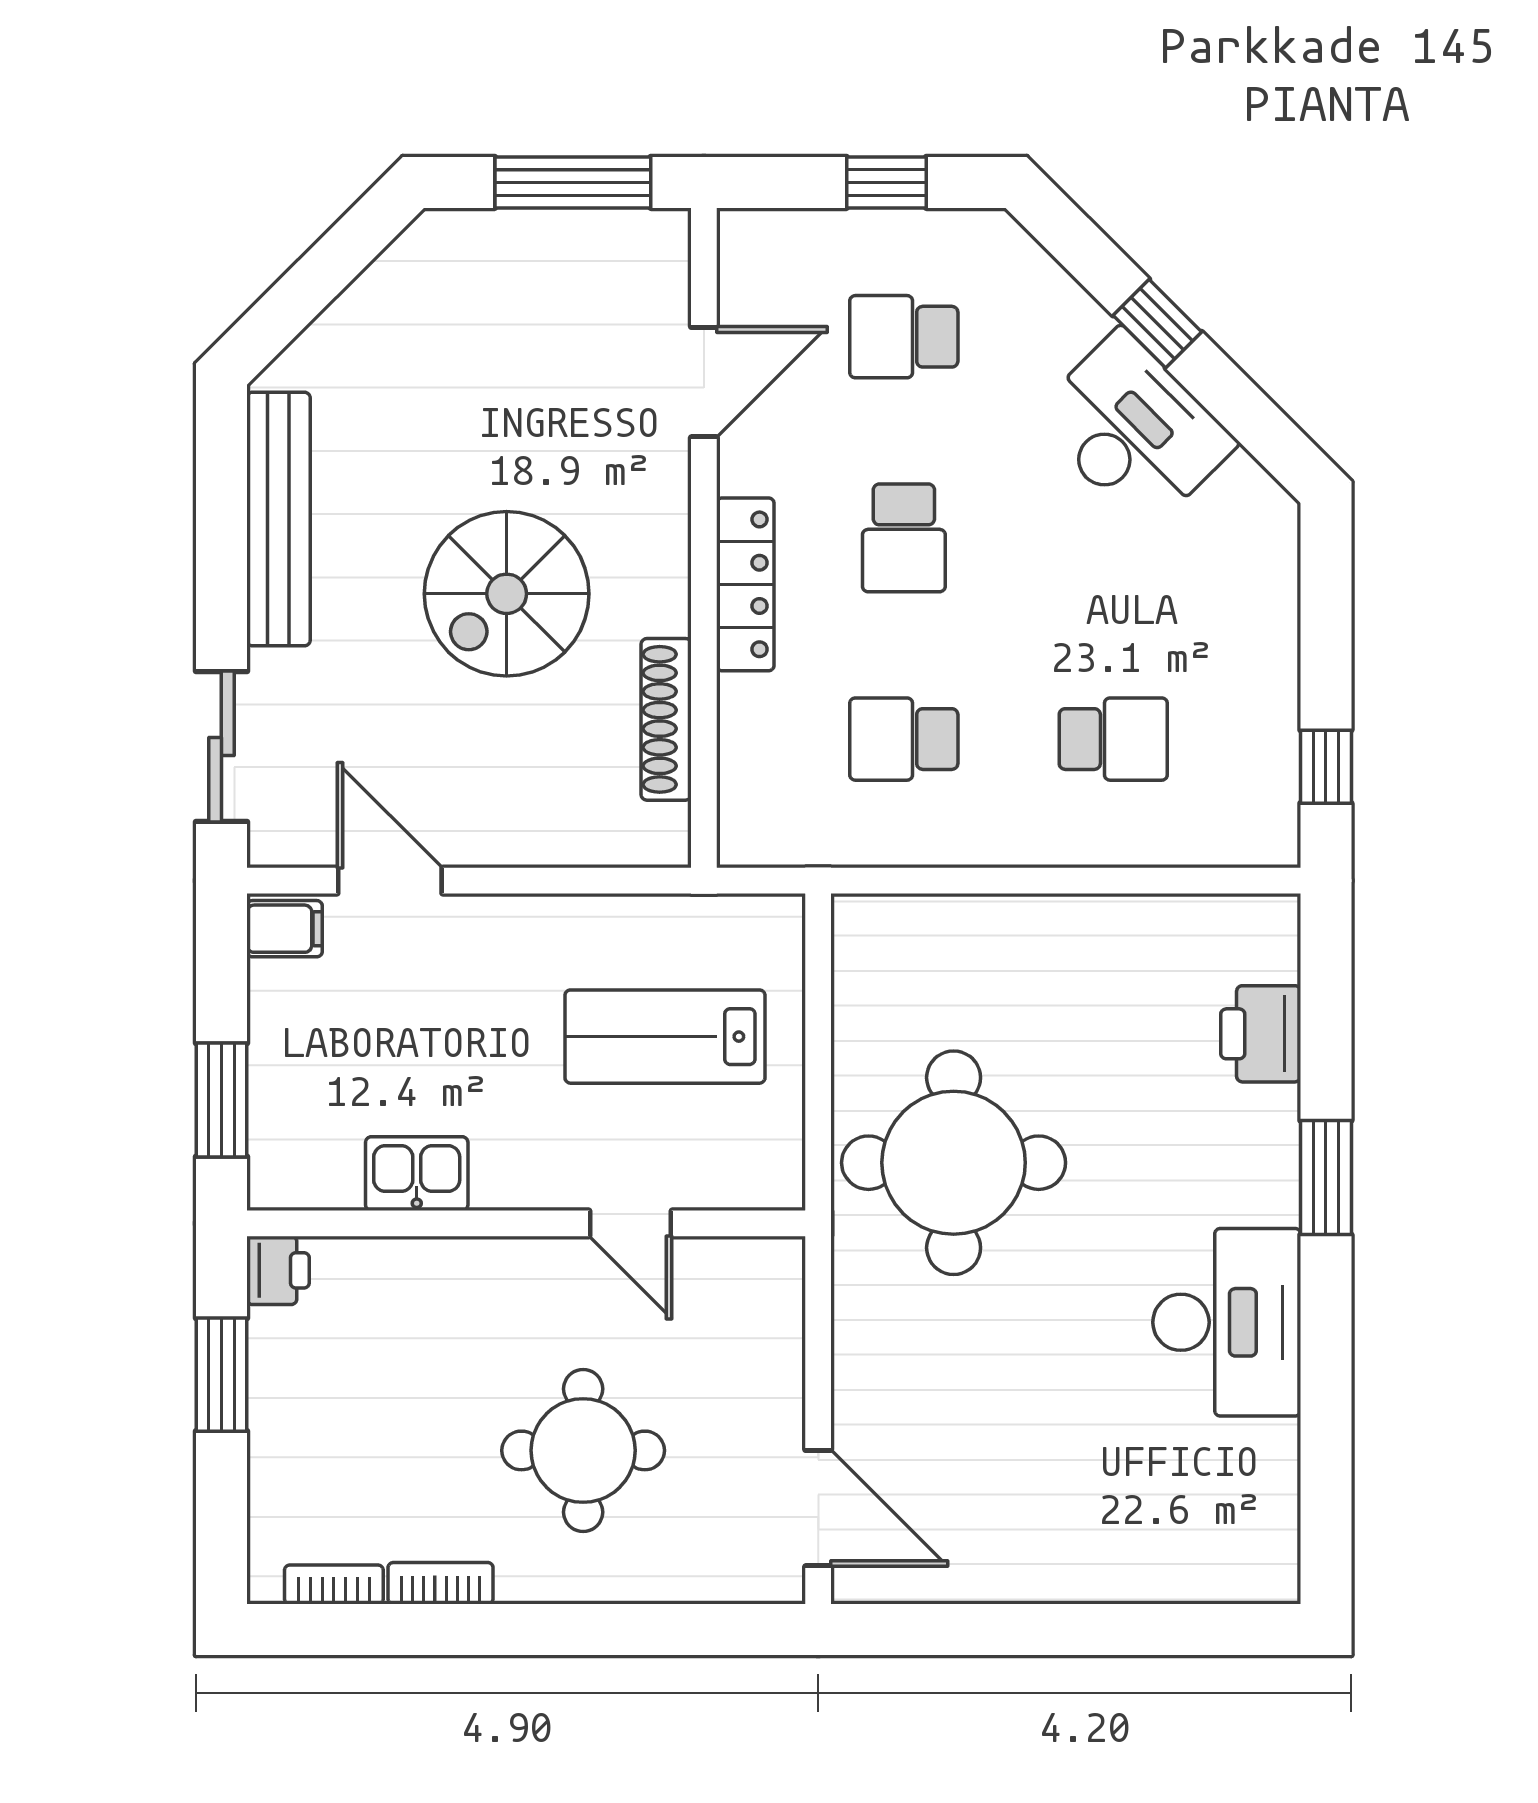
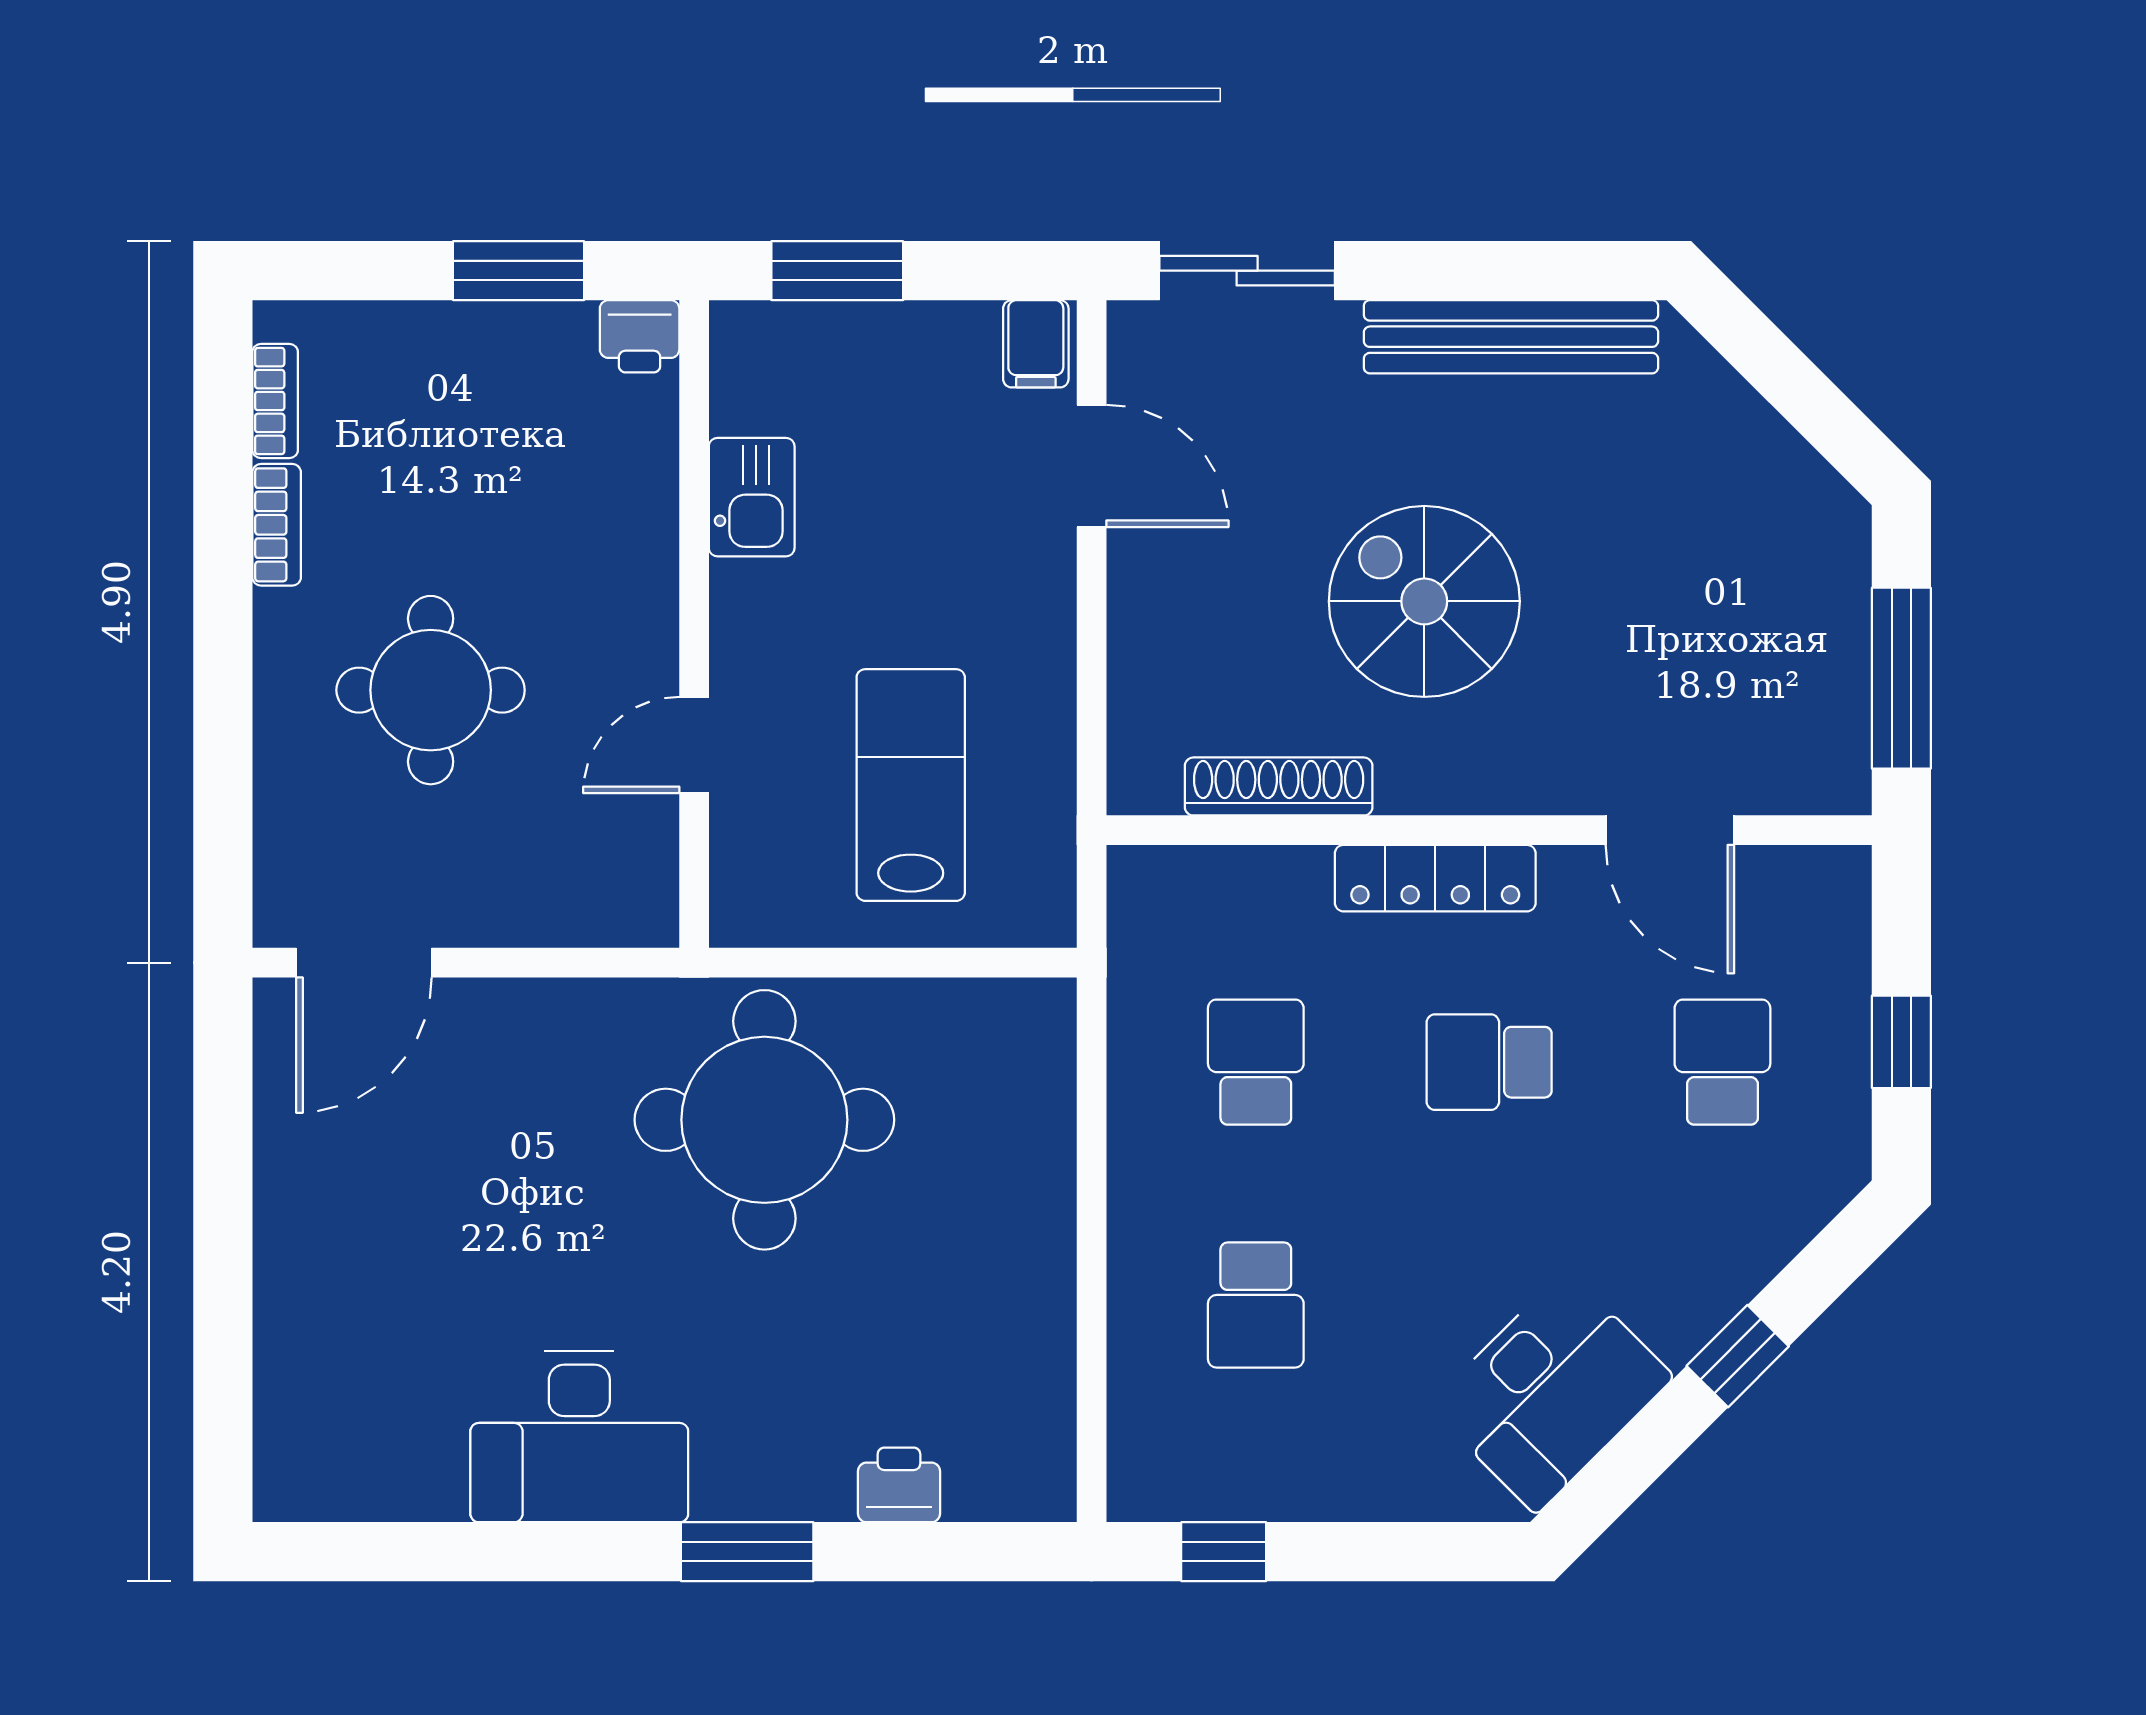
desk: (1134, 430) -> (1551, 1392), moved
door: (390, 881) -> (1092, 466), hinge flipped
printer: (1261, 1034) -> (899, 1485), width x0.73, depth x0.81

